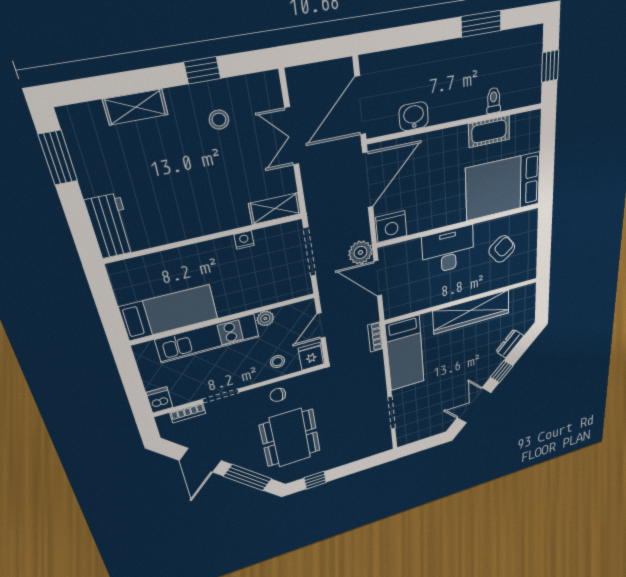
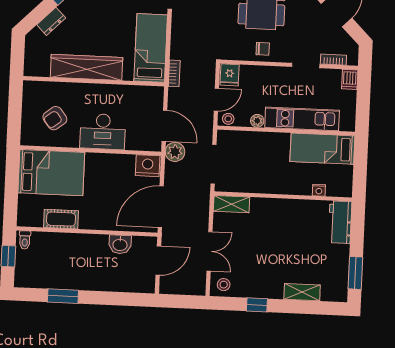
toilet: (494, 100) -> (25, 240), moved
door: (360, 106) -> (158, 261), width x0.73
stool: (219, 120) -> (224, 285), moved
nightstand: (244, 240) -> (319, 190), moved
stool: (277, 362) -> (228, 119), moved

